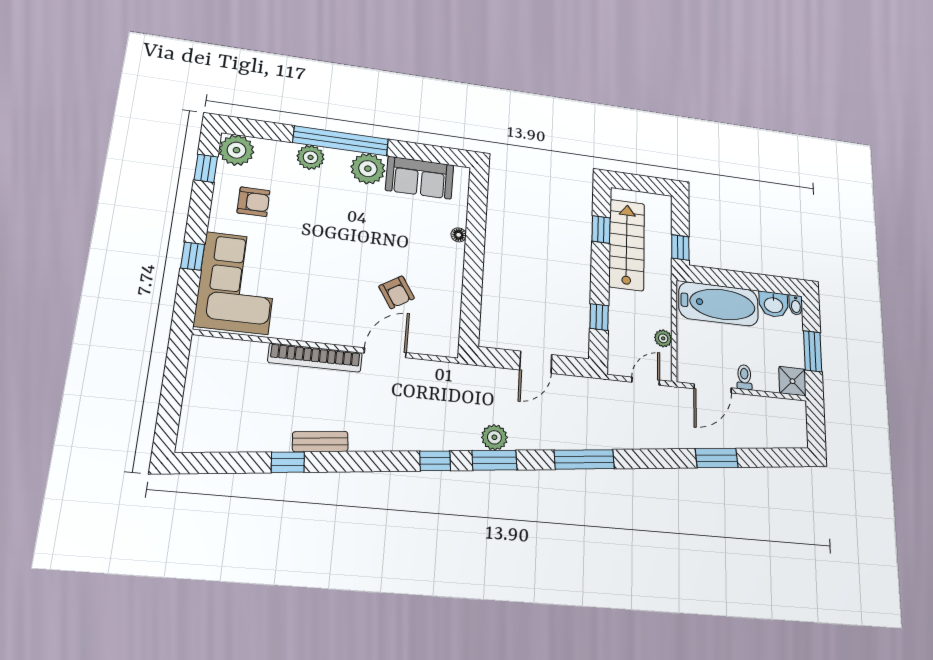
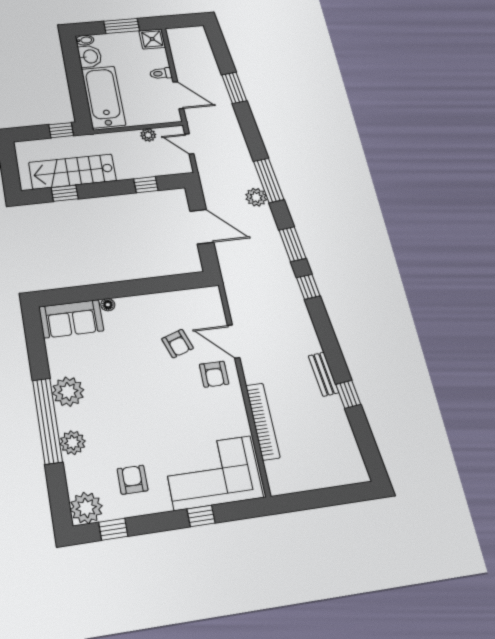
sofa: (420, 178) -> (71, 319), moved, turned 90
armchair: (397, 292) -> (178, 344), turned 103
armchair: (351, 320) -> (214, 374), added
bookcase: (315, 358) -> (263, 421), moved
door: (536, 362) -> (202, 227), width x1.38
plant: (494, 437) -> (256, 197), moved

